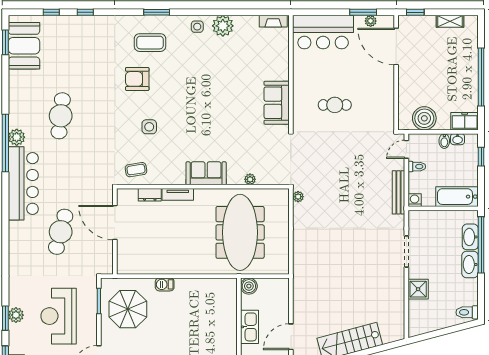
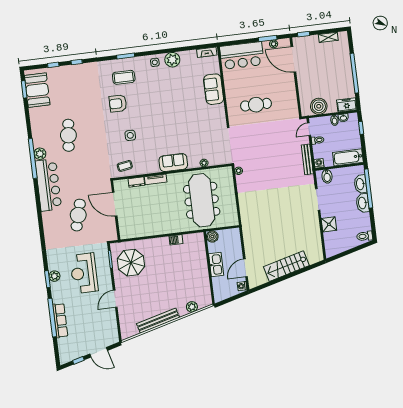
sofa: (277, 103) -> (214, 89), moved
cafe table: (335, 105) -> (256, 105), width x1.37, depth x1.35
bidet: (424, 220) -> (327, 176), added
barbecue: (165, 284) -> (176, 240), moved

